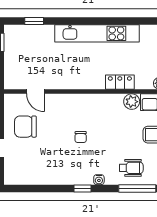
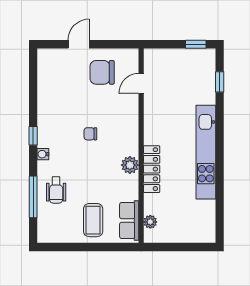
locker: (120, 82) -> (152, 169), width x1.53
plant: (132, 102) -> (130, 165), moved
chair: (25, 127) -> (102, 72), turned -90

